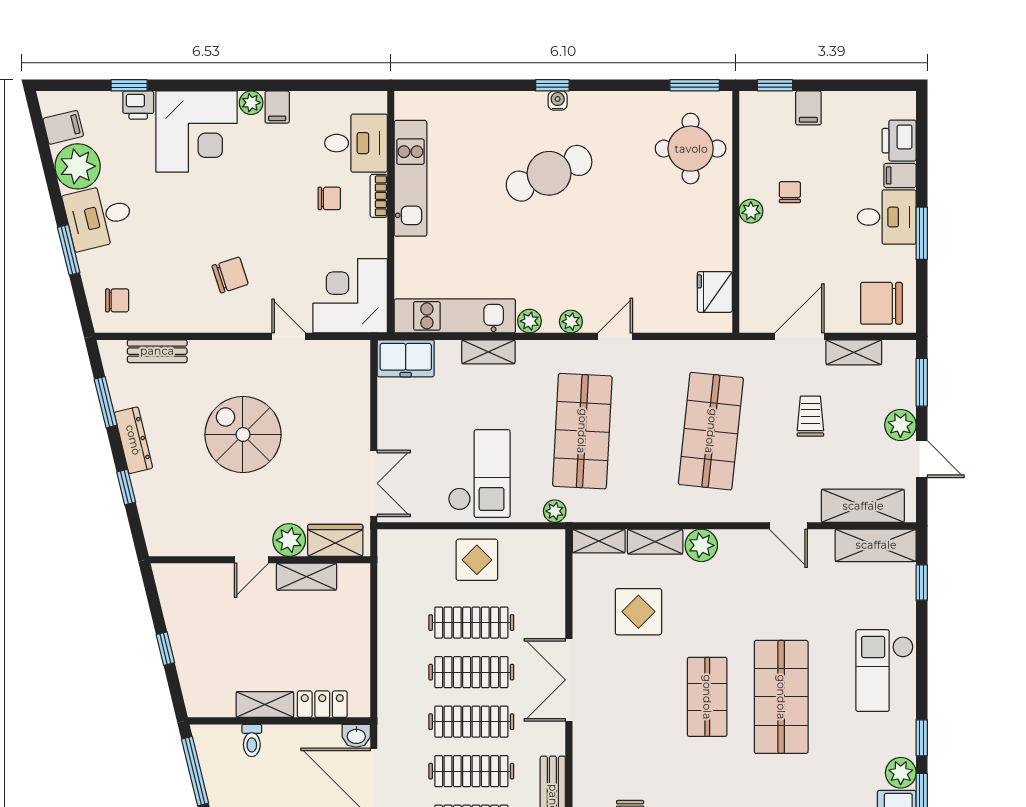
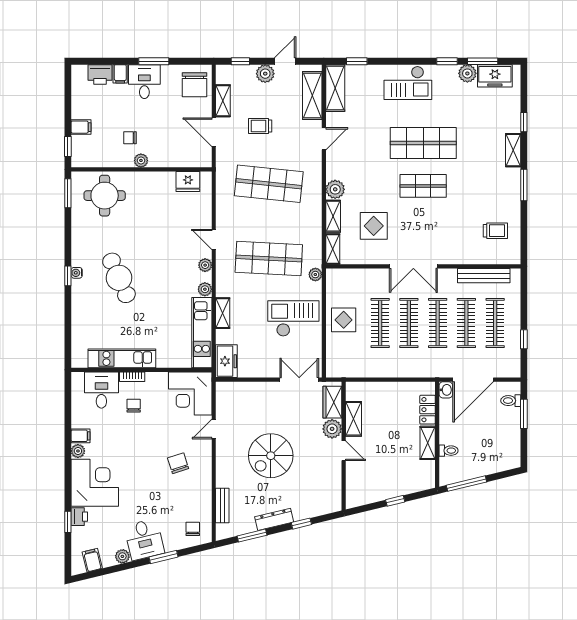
plant: (78, 166) -> (122, 556), width x0.53, depth x0.53
window: (922, 382) -> (240, 61), width x0.67

